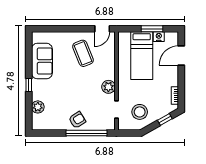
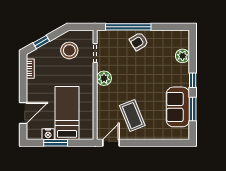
window: (29, 59) -> (193, 109), added

